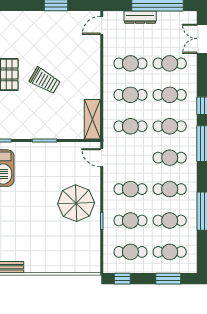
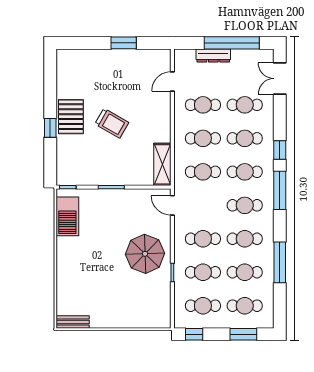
door: (102, 25) -> (172, 82), moved

